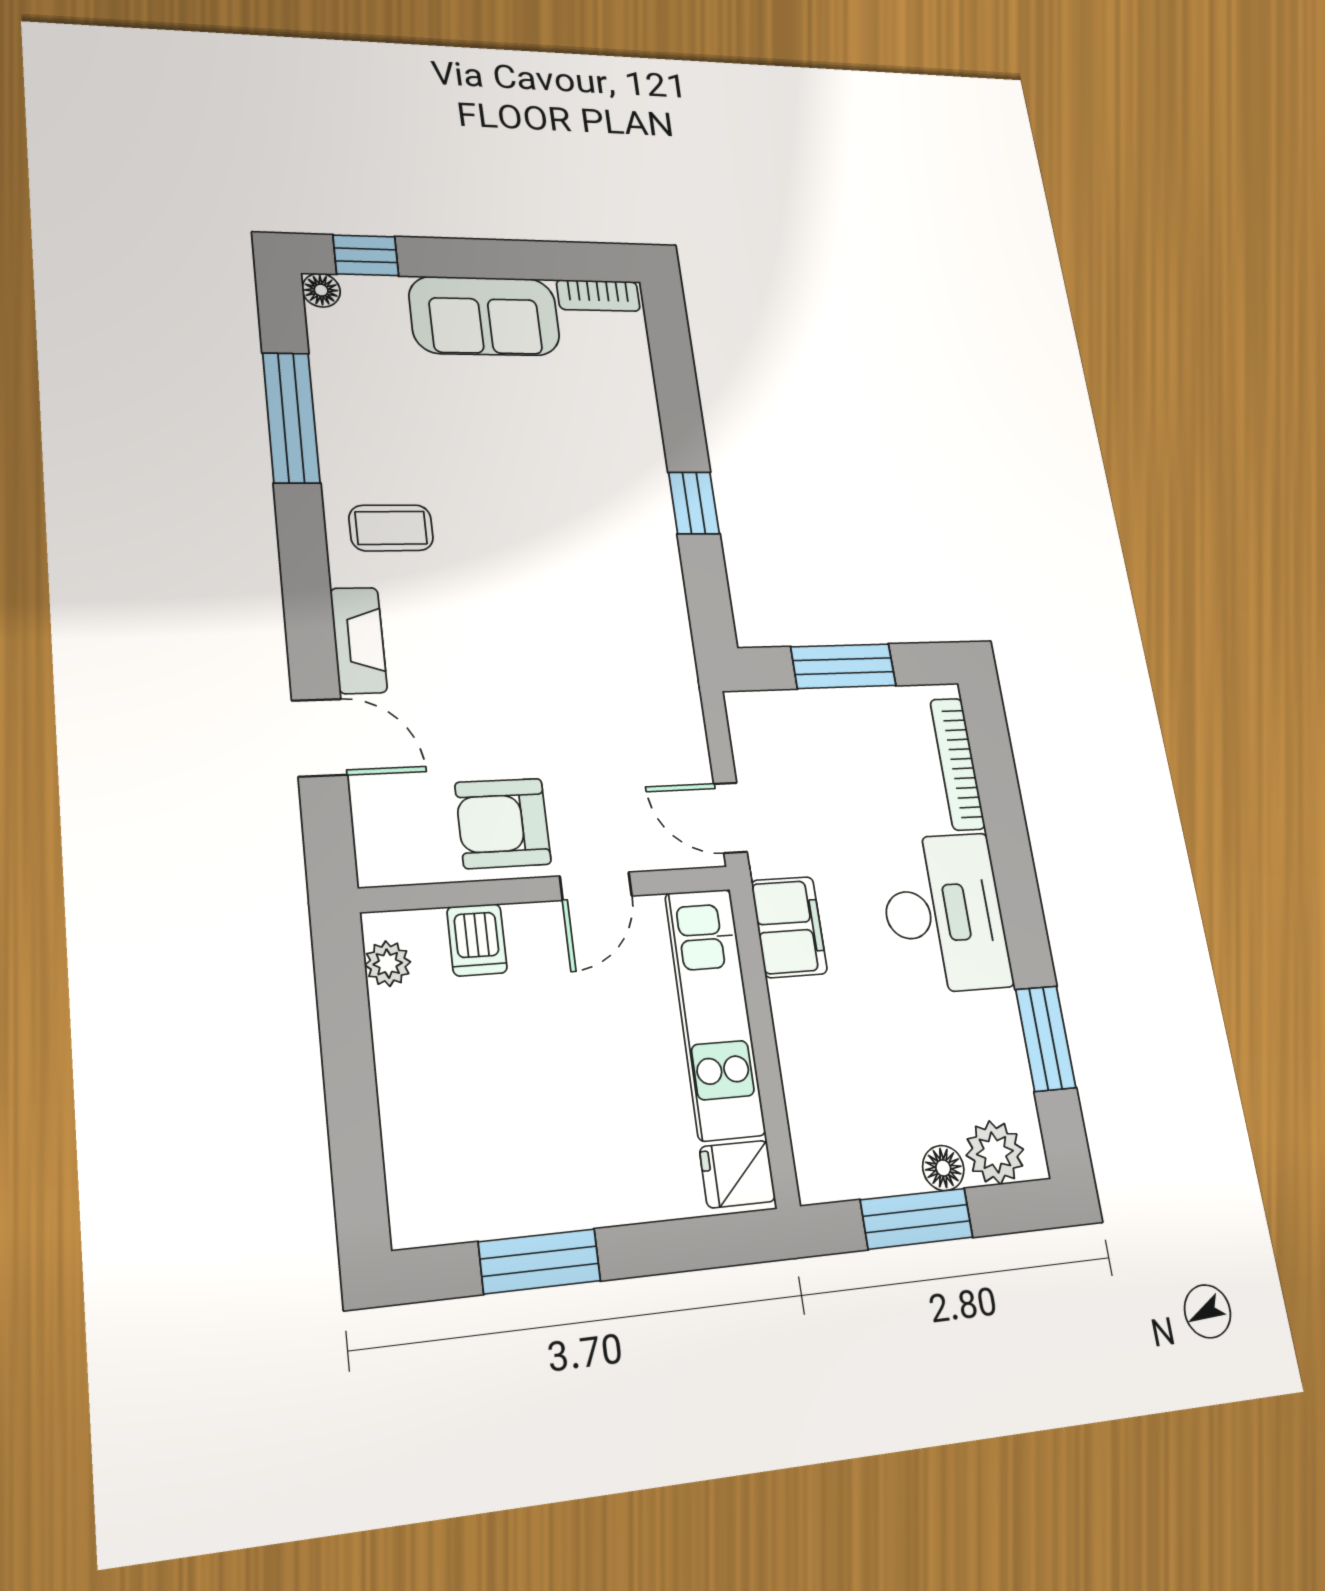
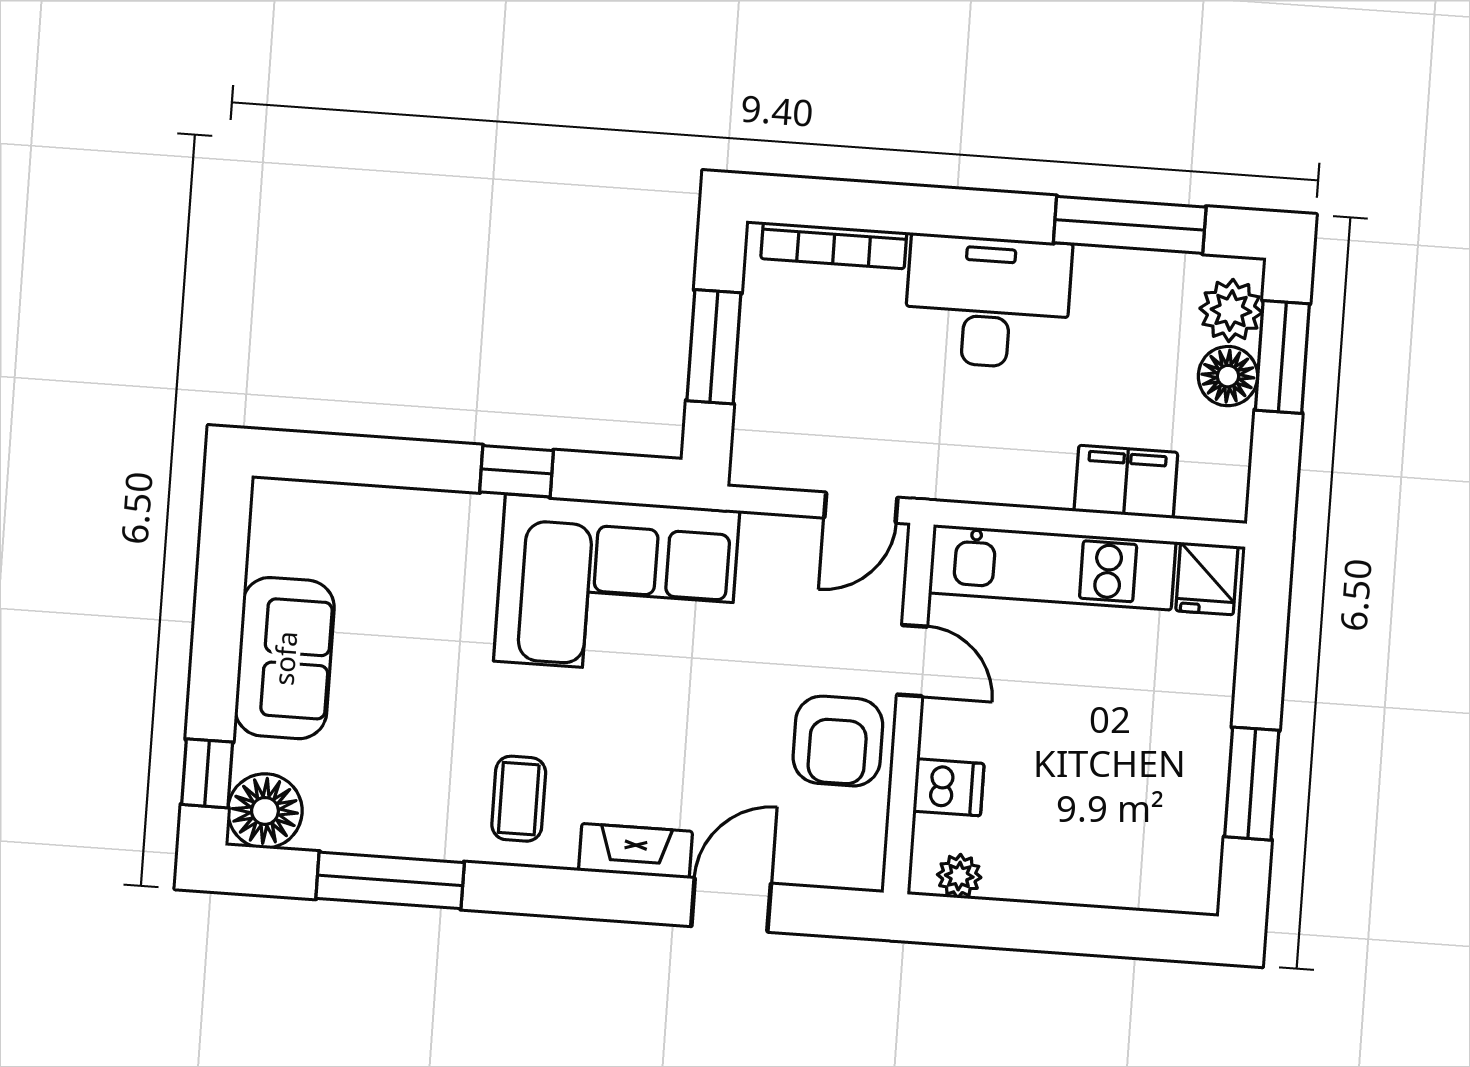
floor lamp: (321, 290) -> (265, 811), width x1.89, depth x1.89
bookcase: (598, 296) -> (266, 527), removed
corner sofa: (610, 600) -> (617, 586), added
filing cabinet: (789, 927) -> (1126, 482), moved
window: (1046, 1038) -> (1130, 225), width x1.44
floor lamp: (943, 1168) -> (1228, 376), width x1.37, depth x1.37
window: (917, 1219) -> (1282, 357), moved

